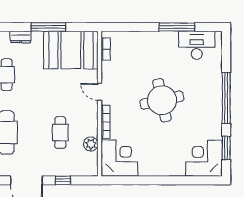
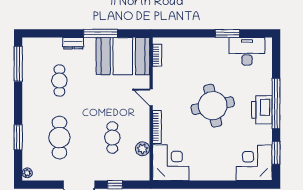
window: (177, 27) -> (227, 33), width x0.69
printer: (212, 104) -> (262, 110), added

